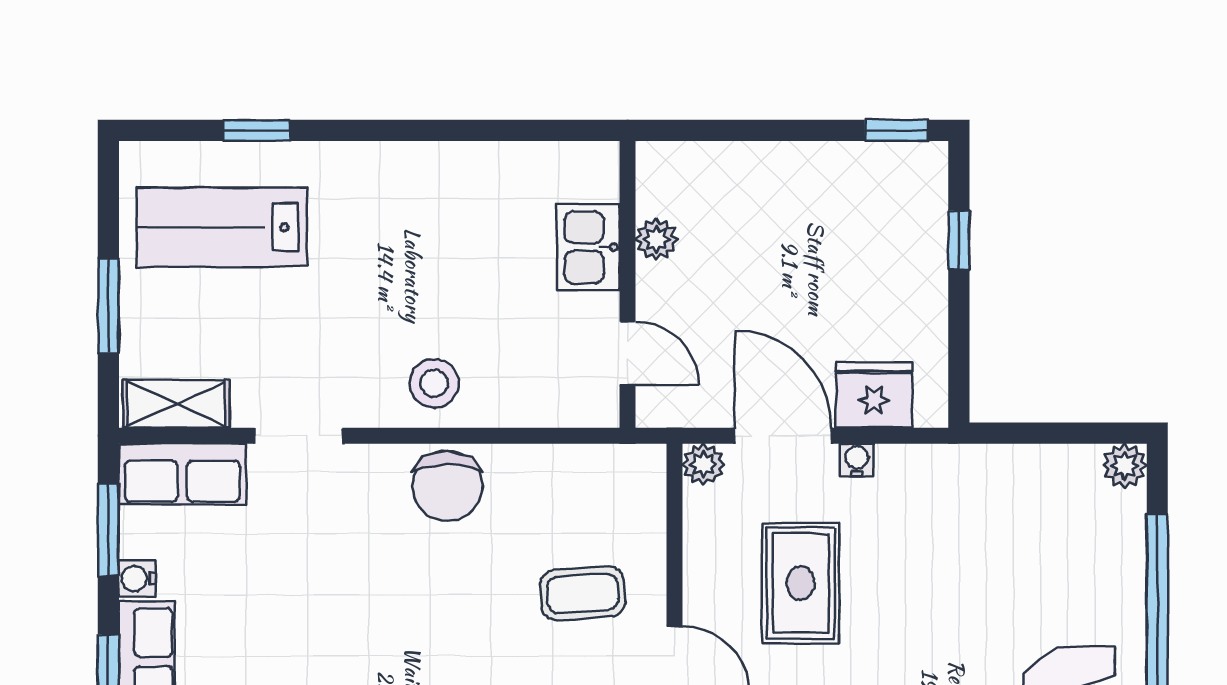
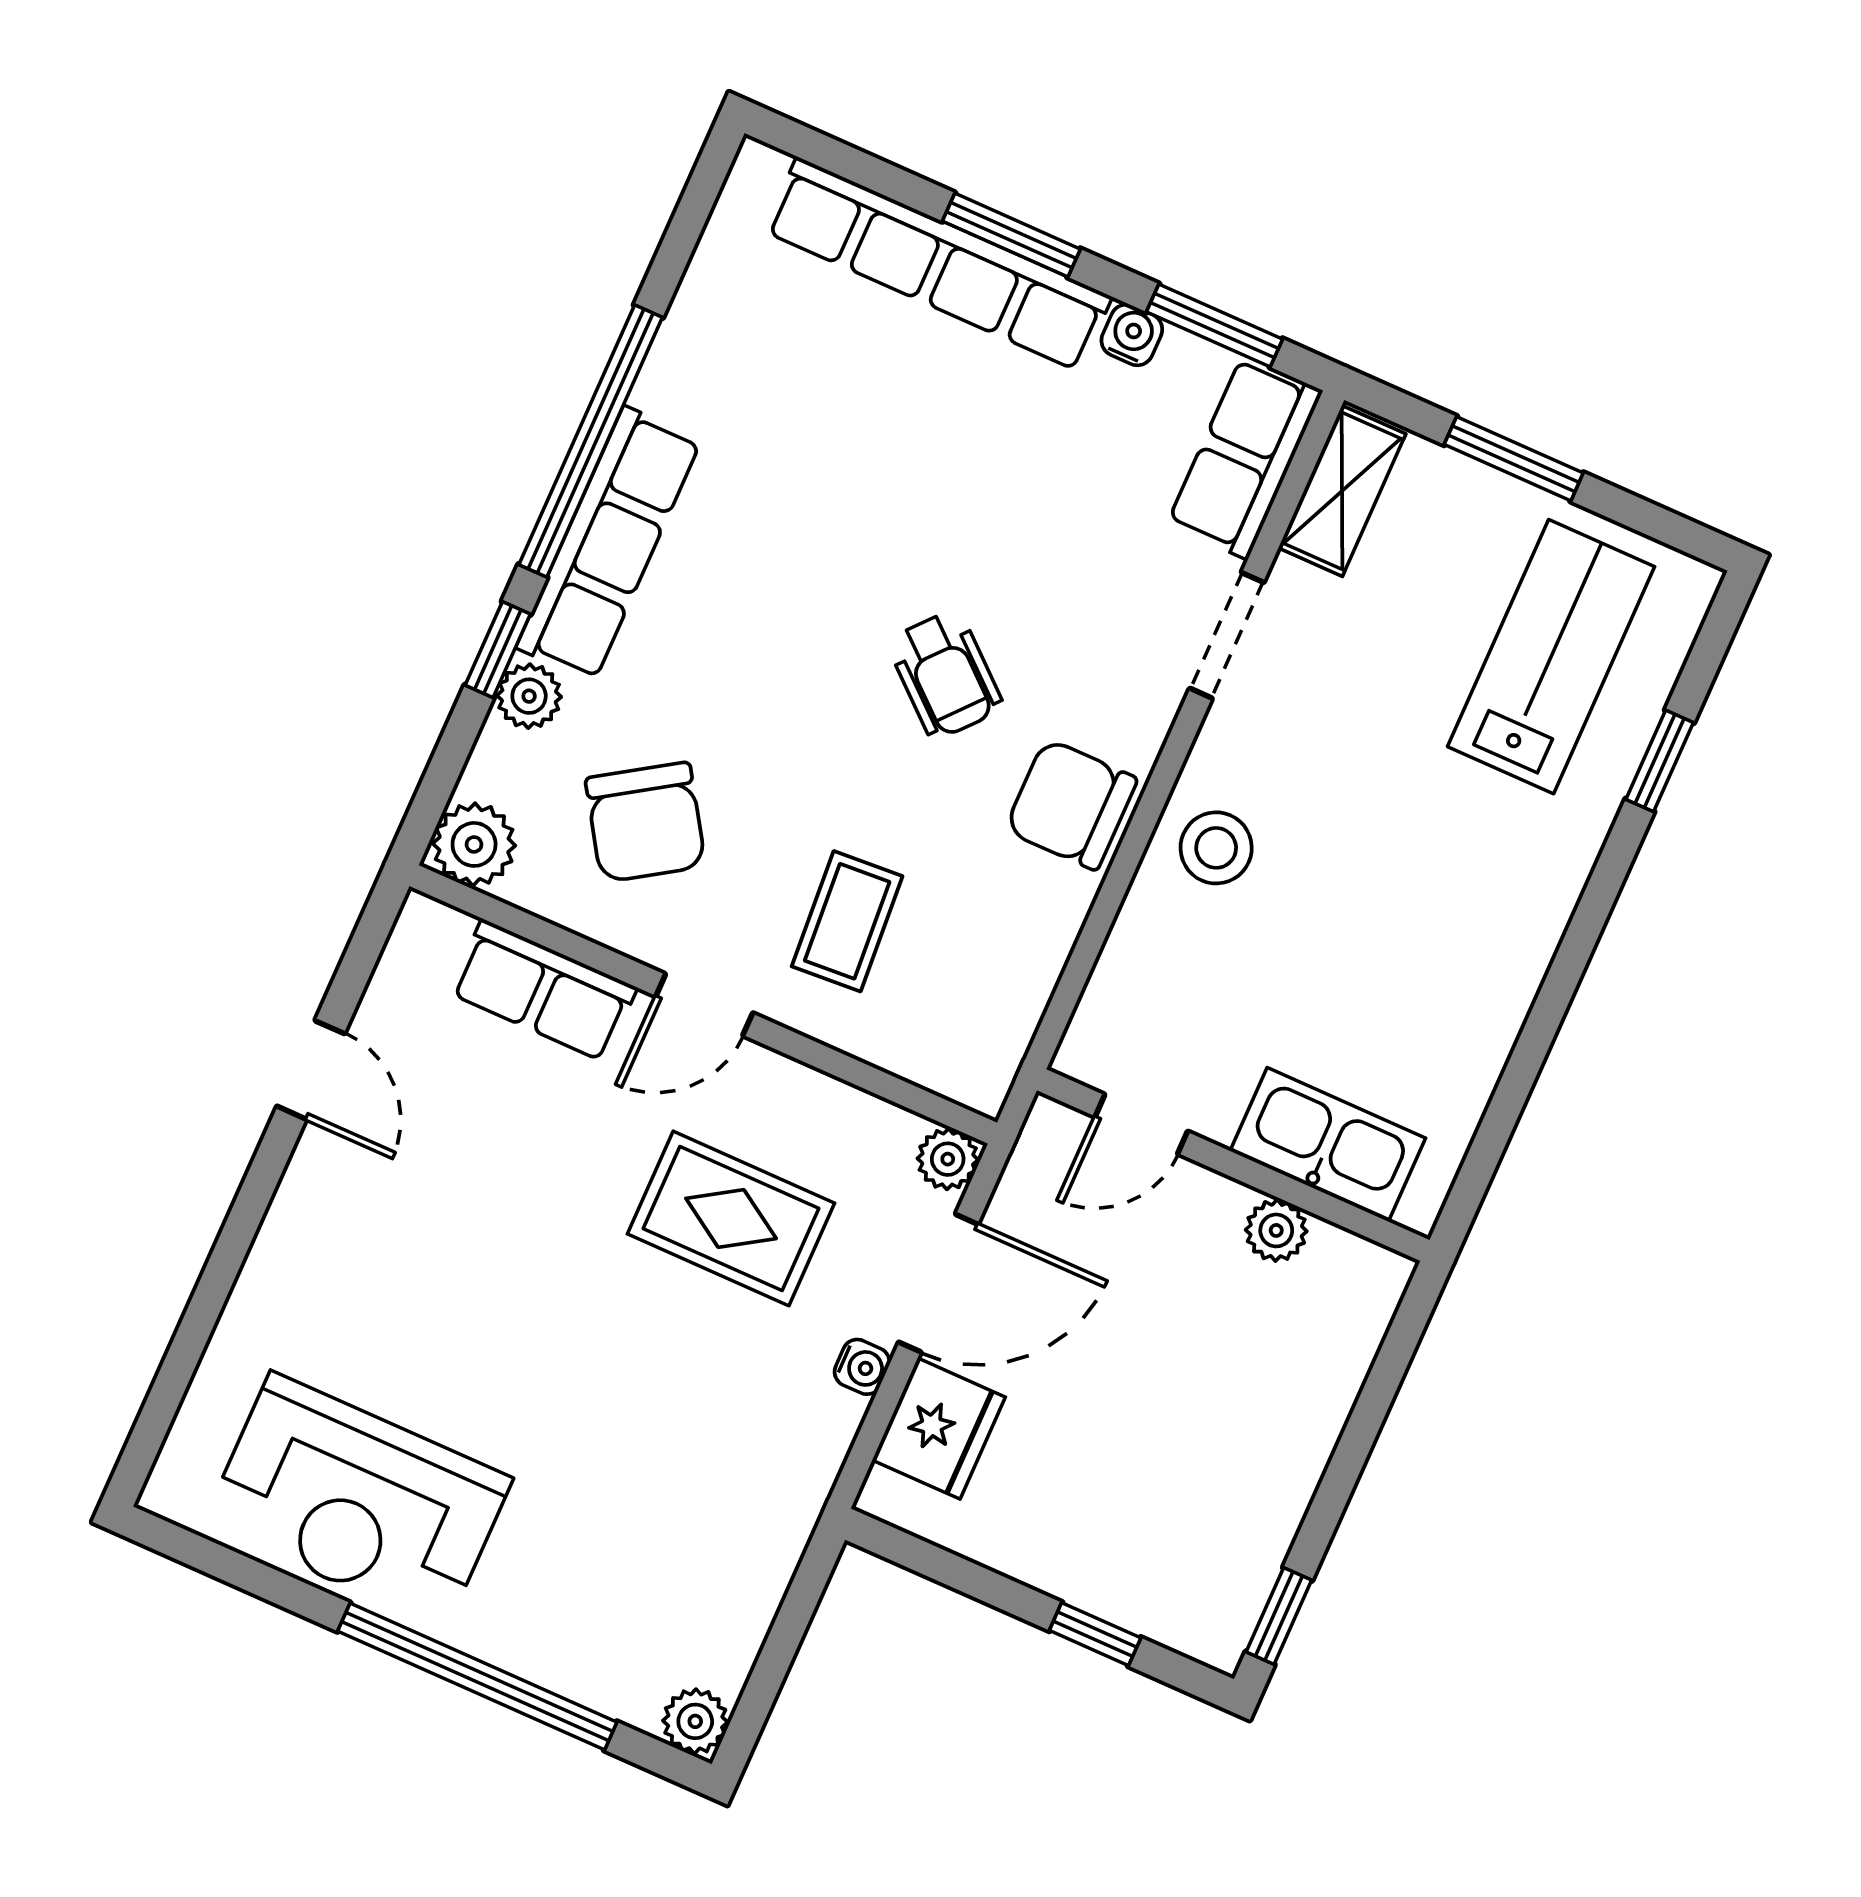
kitchen sink: (588, 247) -> (1328, 1145), width x1.38
wheelchair: (401, 601) -> (945, 675), added

